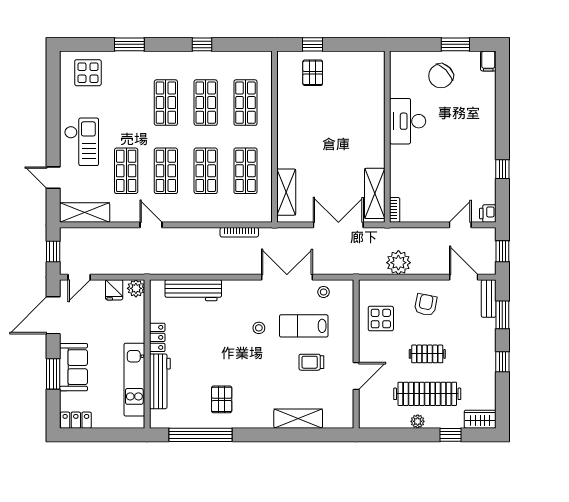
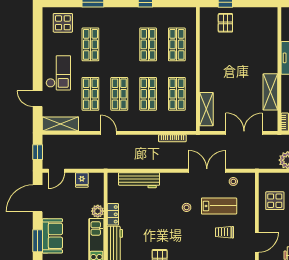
shop shelf: (166, 103) -> (90, 44), moved
shelving: (375, 193) -> (270, 92), moved
plant: (136, 288) -> (98, 211), moved
lab bench: (304, 326) -> (219, 206), turned 180

